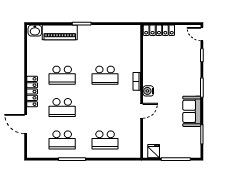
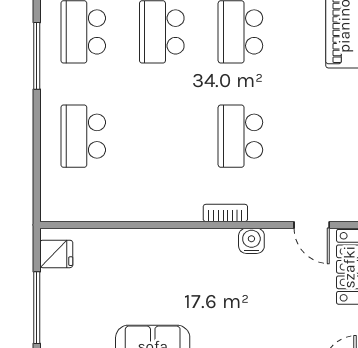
water cooler: (148, 91) -> (251, 241), moved
door: (142, 111) -> (312, 225), moved

